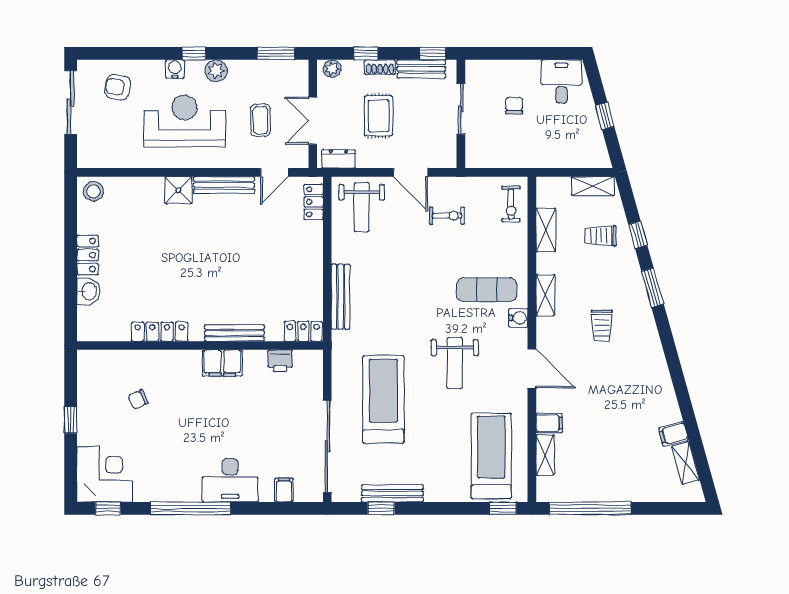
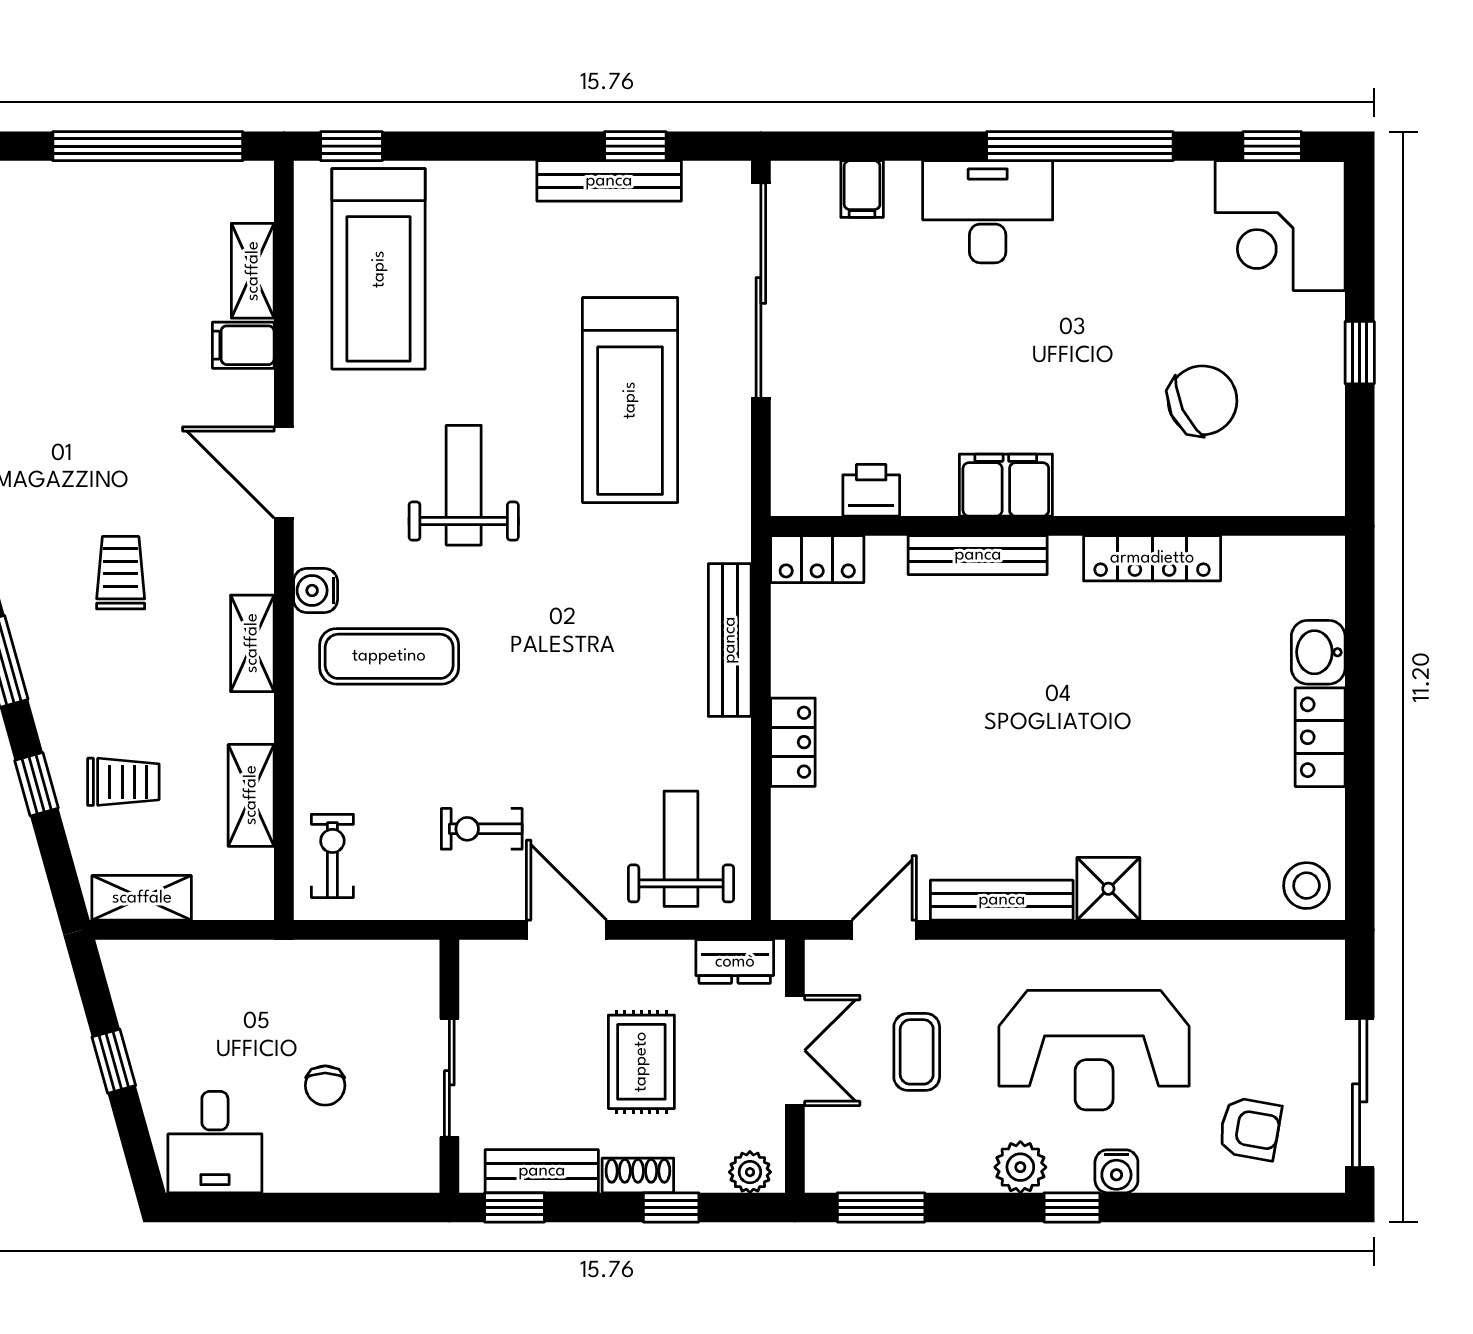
locker: (314, 202) -> (793, 742), moved
chair: (138, 399) -> (1202, 400), width x1.87, depth x1.87

